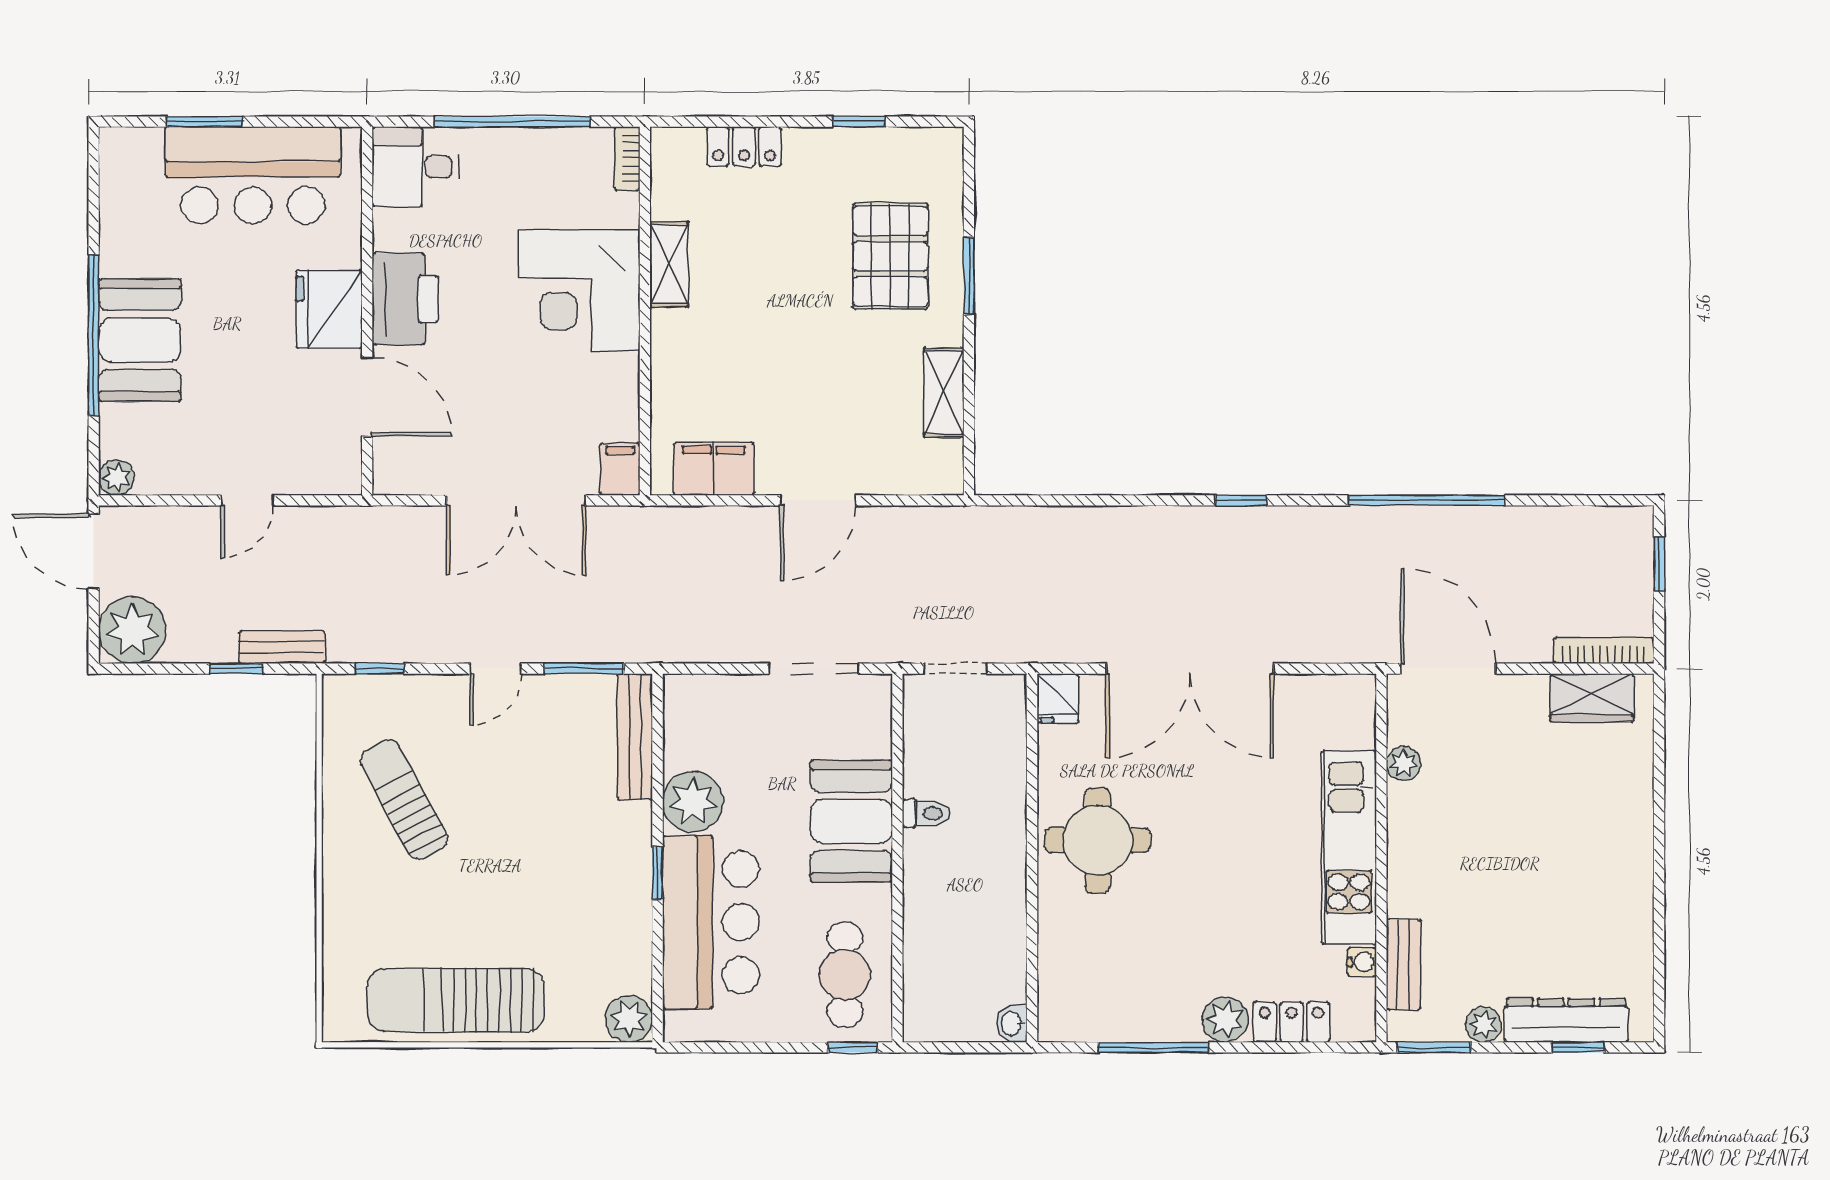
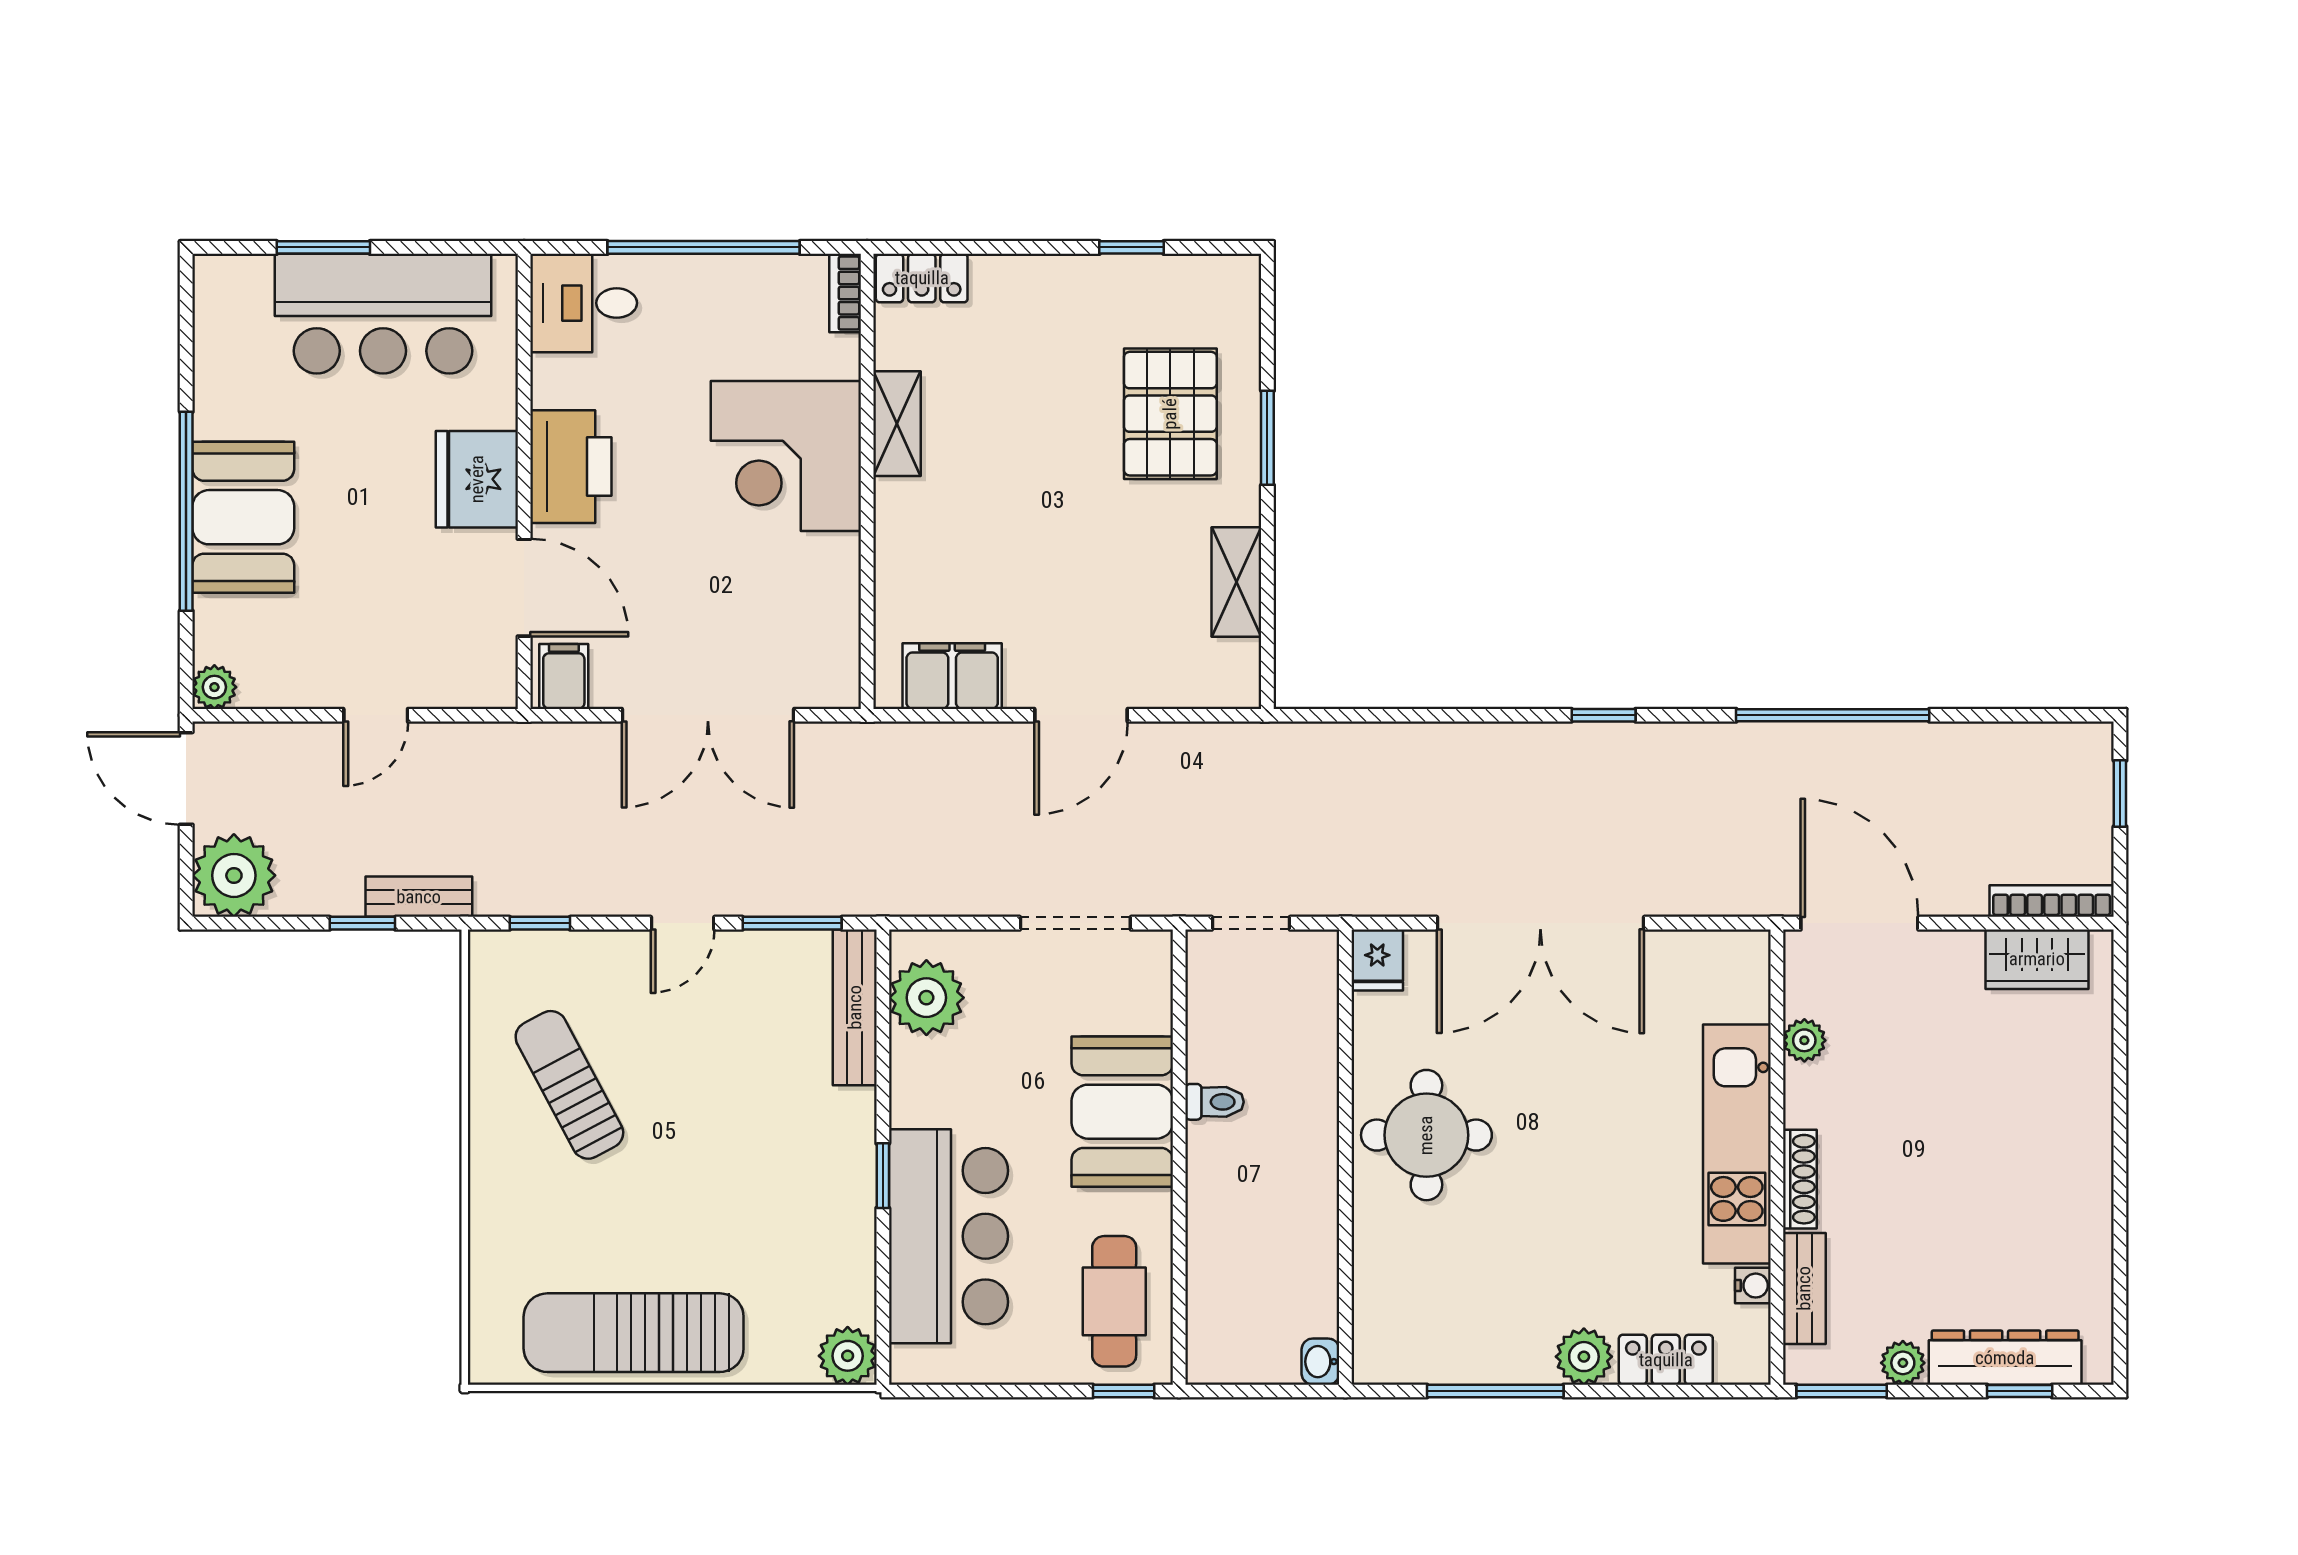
locker: (744, 146) -> (922, 278), moved
filing cabinet: (620, 469) -> (564, 676), moved
plant: (693, 802) -> (926, 998), moved
shoe rack: (1400, 876) -> (1800, 1179), added

